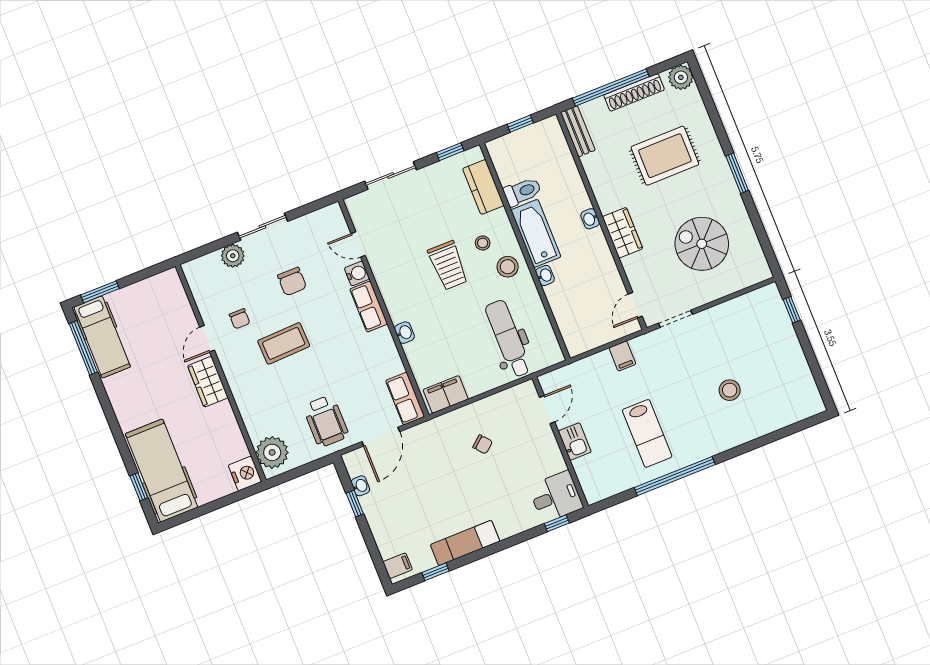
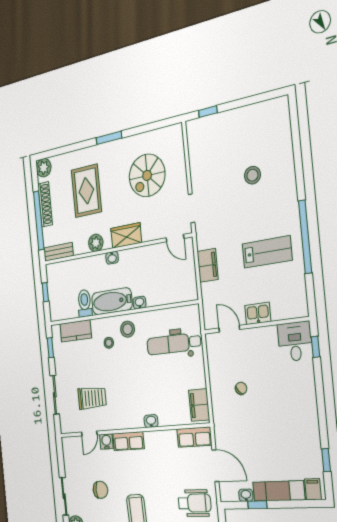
plant: (603, 188) -> (96, 243), added
trolley: (448, 265) -> (92, 398), moved
filing cabinet: (622, 356) -> (208, 265), width x2.00
exam couch: (465, 543) -> (279, 491), moved, turned 90

